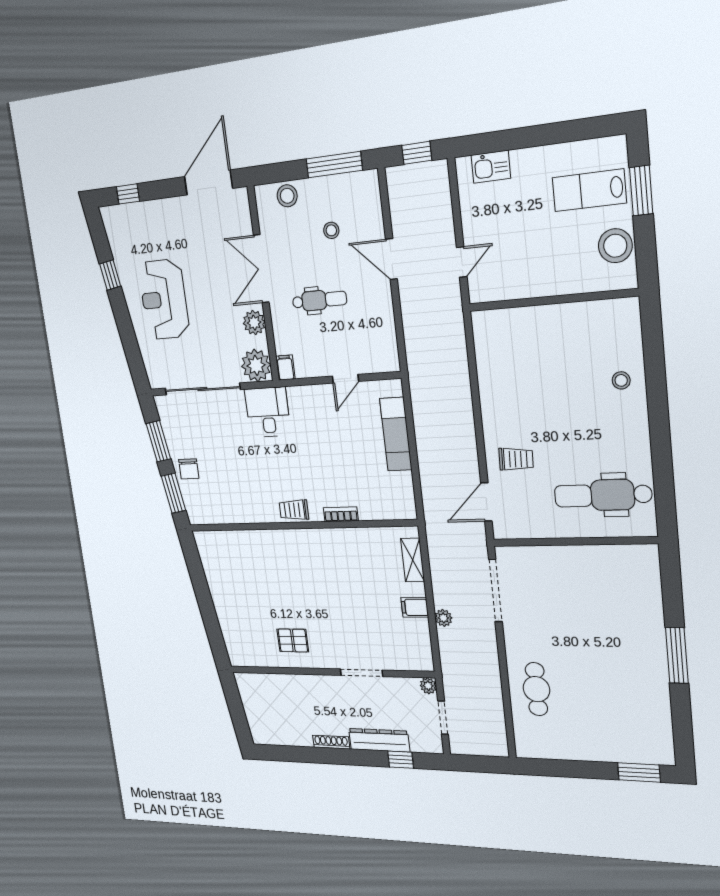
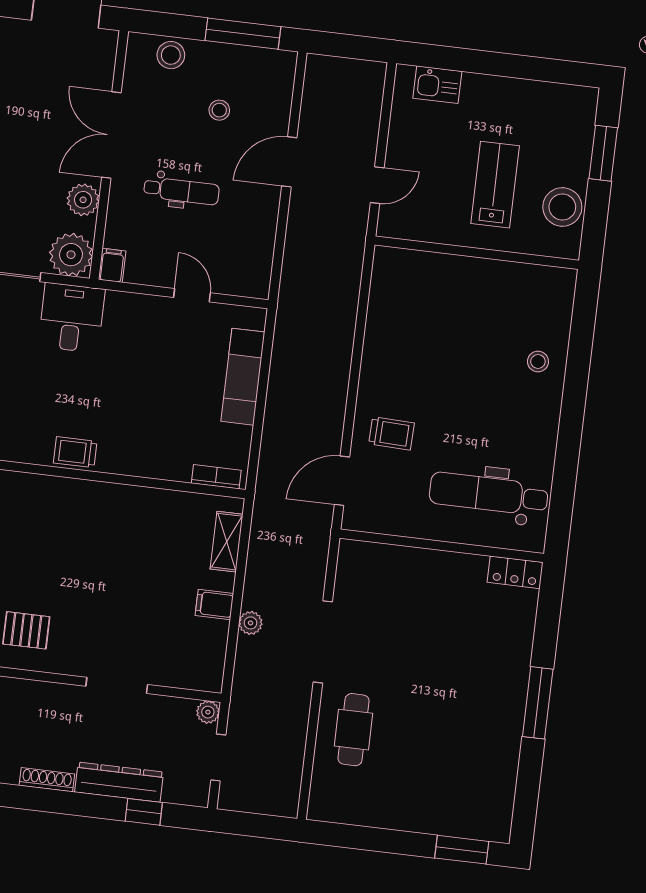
window: (417, 153) -> (351, 47), removed
lab bench: (589, 190) -> (495, 185), moved, turned 90
door: (391, 259) -> (289, 162), hinge flipped
door: (345, 379) -> (192, 295), swing flipped
bookcase: (341, 514) -> (216, 477), moved
locker: (637, 555) -> (515, 572), added
doorway: (495, 591) -> (323, 642), moved

